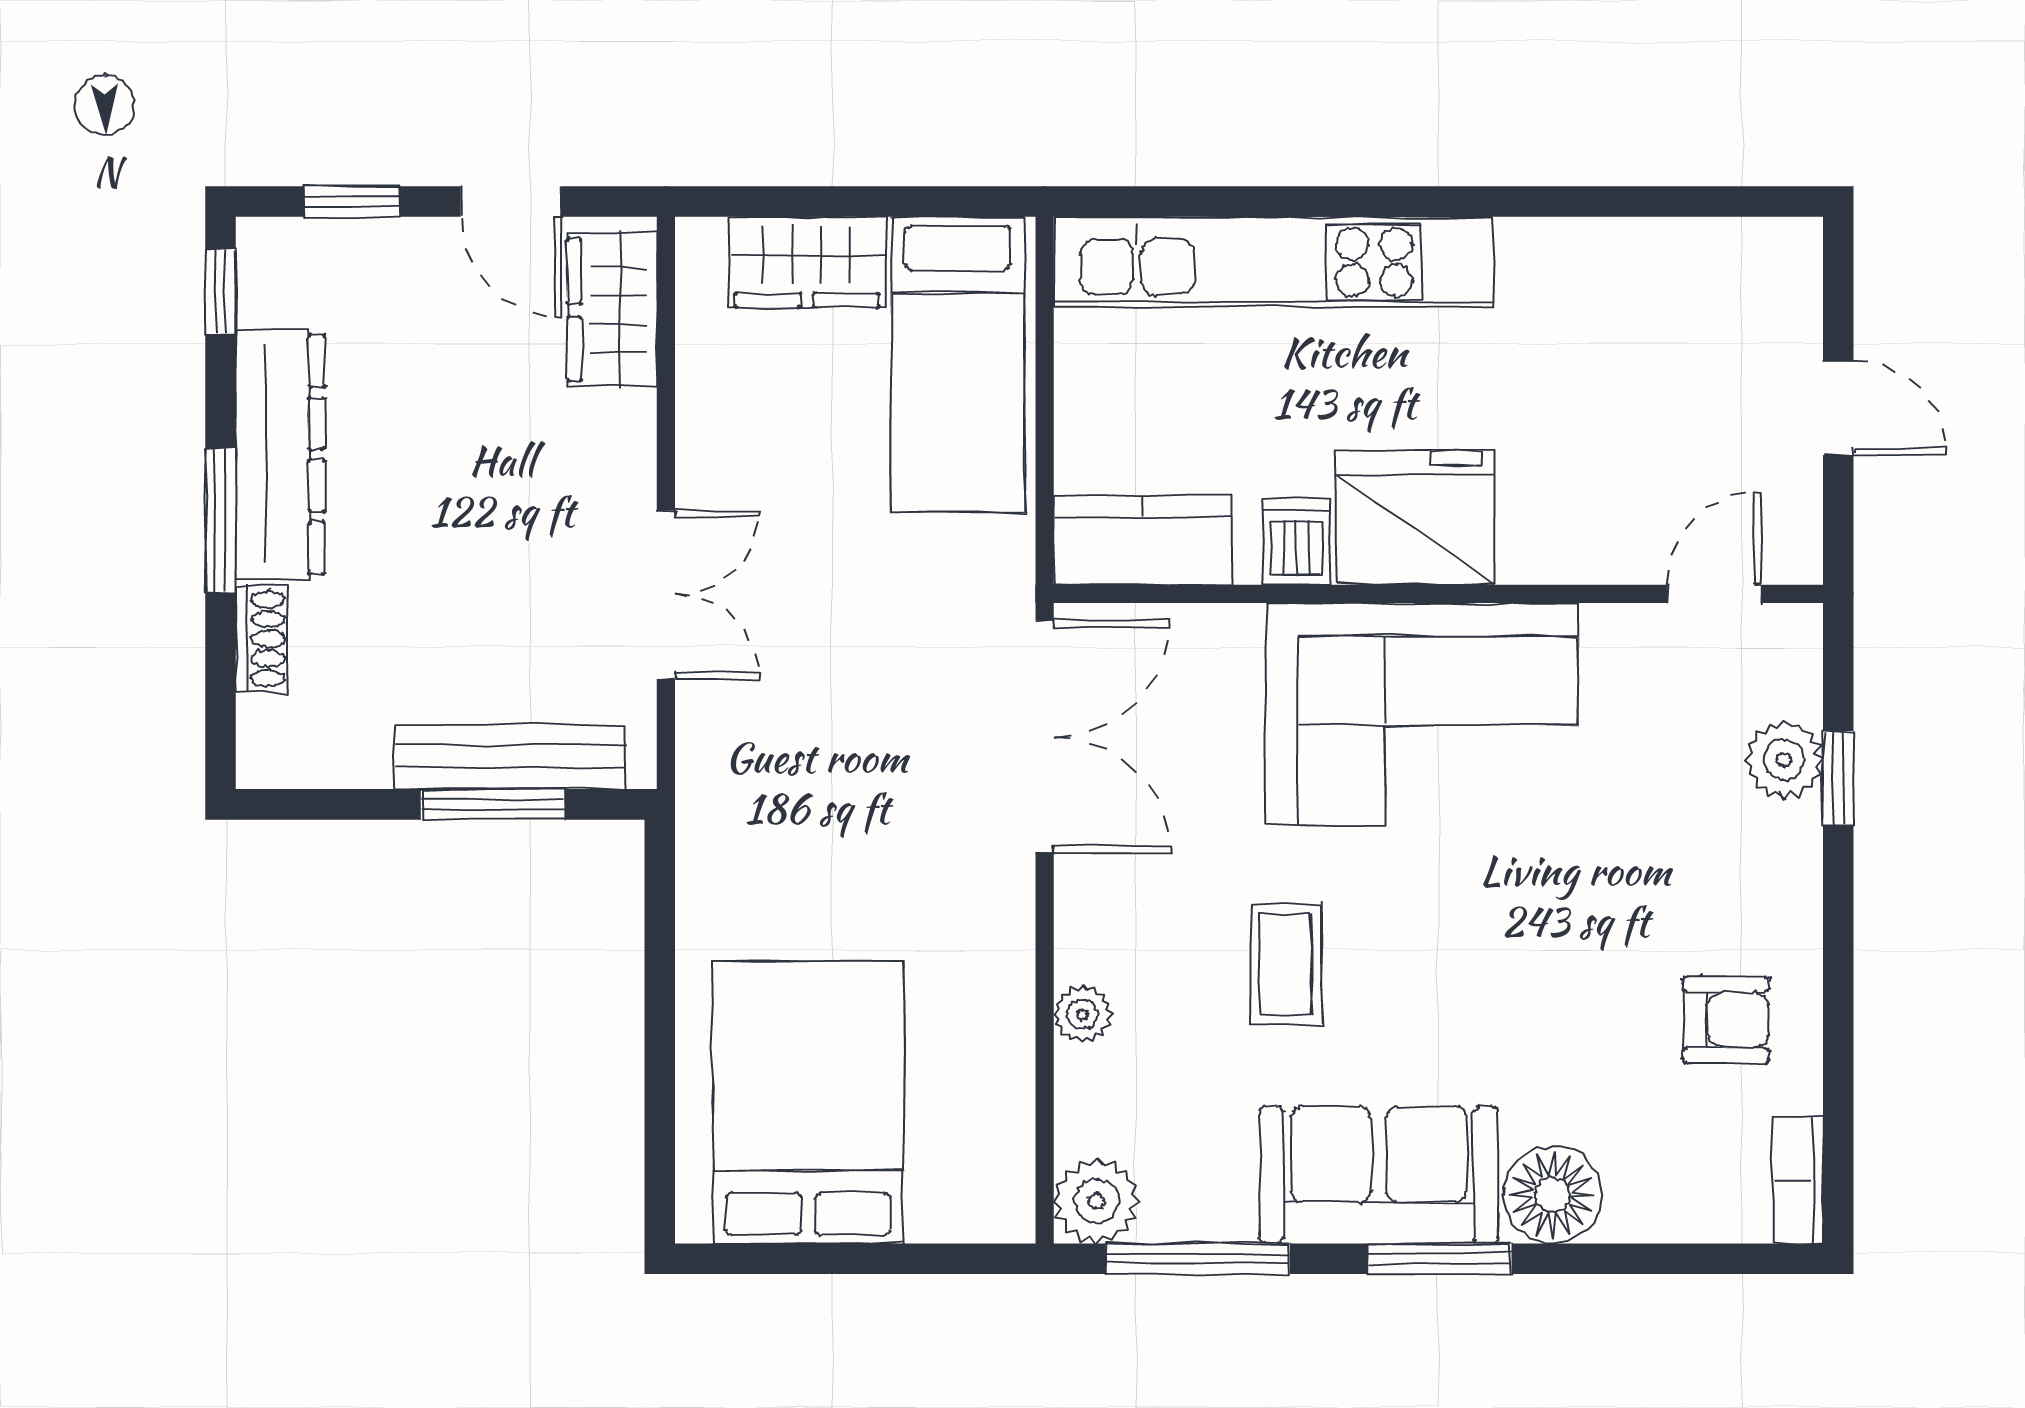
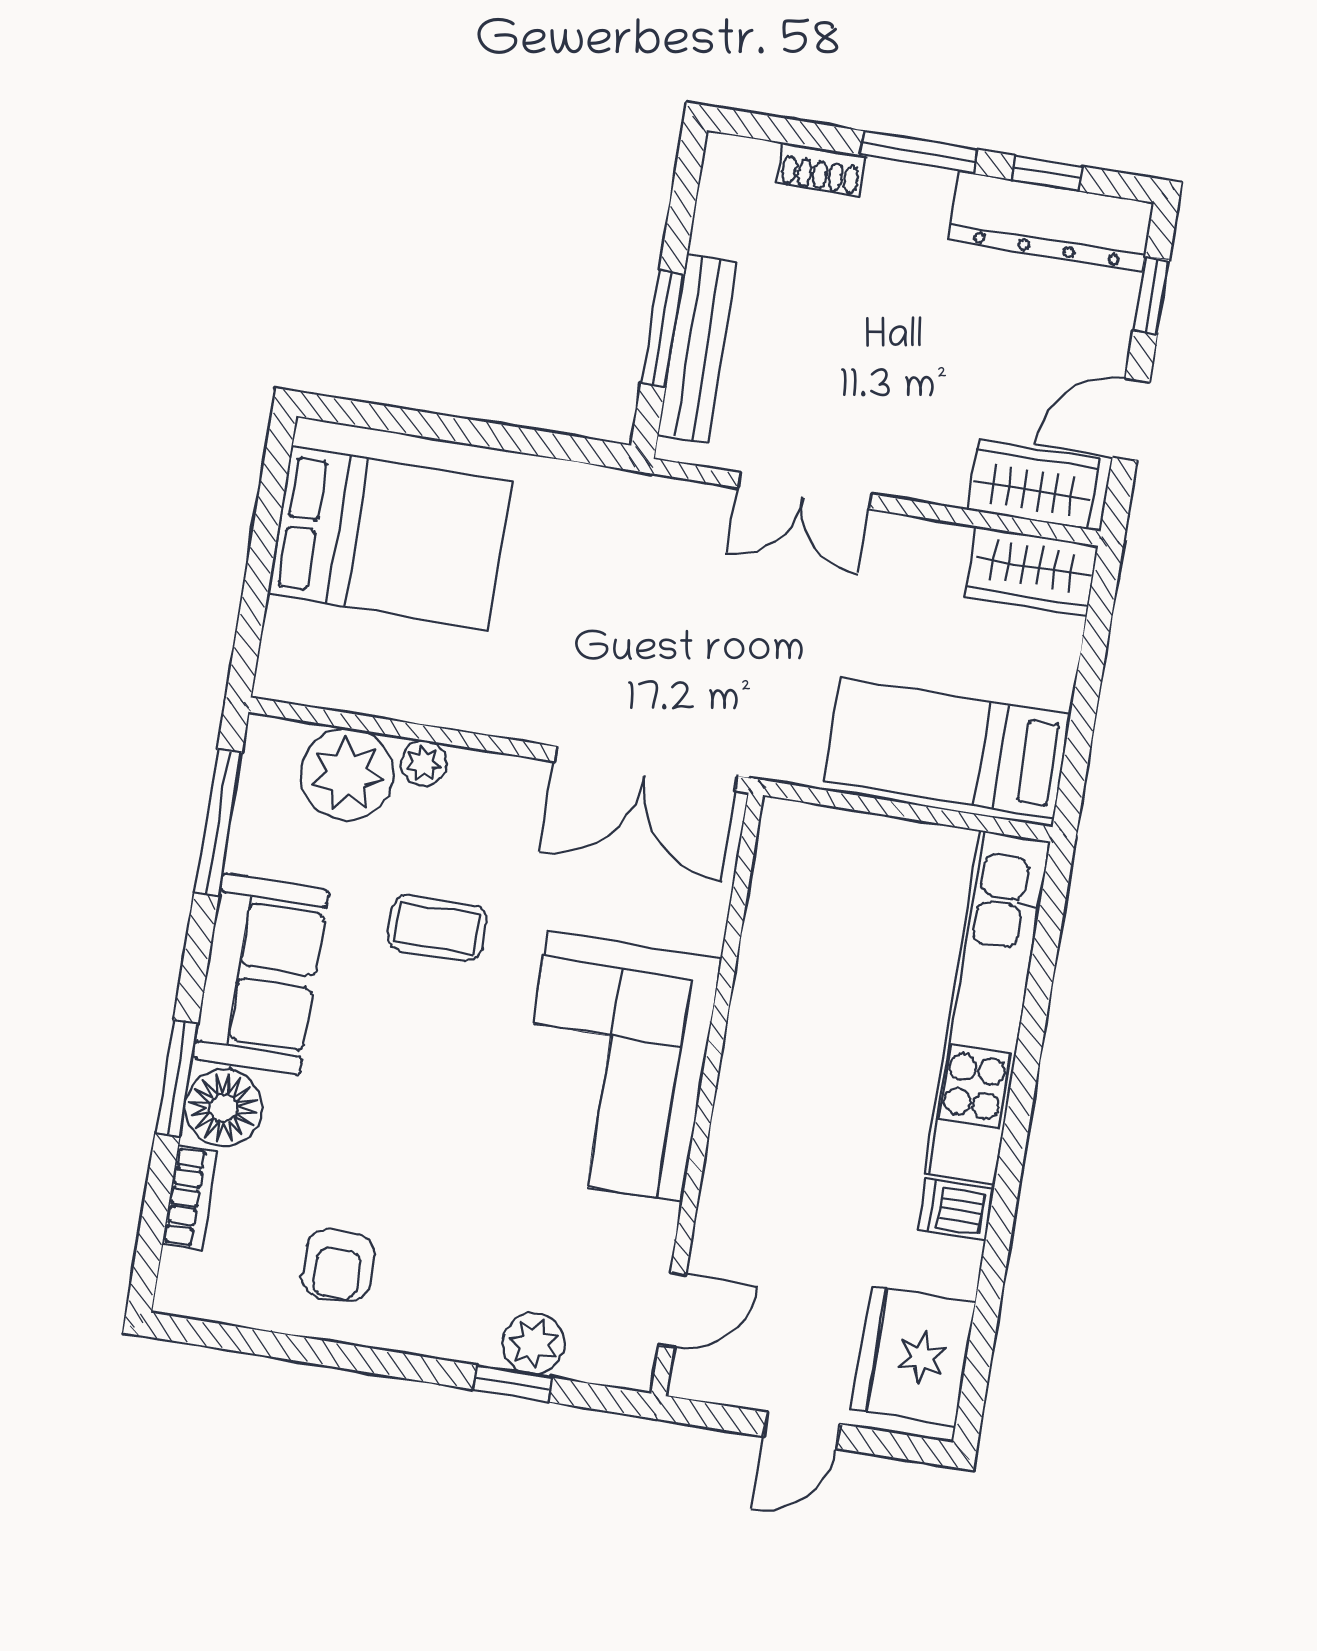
wardrobe: (807, 262) -> (1031, 571), moved, turned -90
window: (221, 292) -> (1047, 173), moved
dresser: (280, 454) -> (1051, 222), moved
fridge: (1415, 518) -> (913, 1356), moved, turned 180
kitchen counter: (1142, 540) -> (786, 870), removed
dishwasher: (1296, 541) -> (956, 1210), moved, turned 180
door: (1714, 594) -> (672, 1310), hinge flipped
bookcase: (1798, 1180) -> (190, 1198), moved, turned 90
plant: (1096, 1201) -> (347, 774), moved, width x1.36, depth x1.36
window: (1439, 1259) -> (177, 1078), moved

